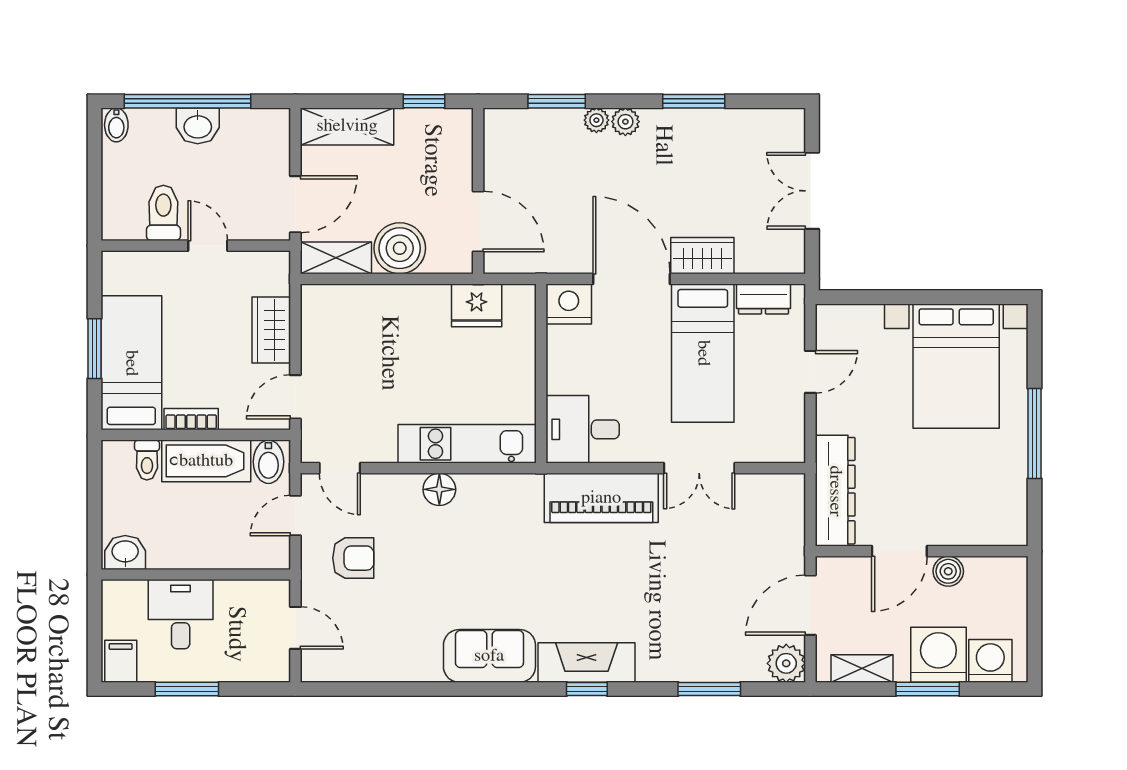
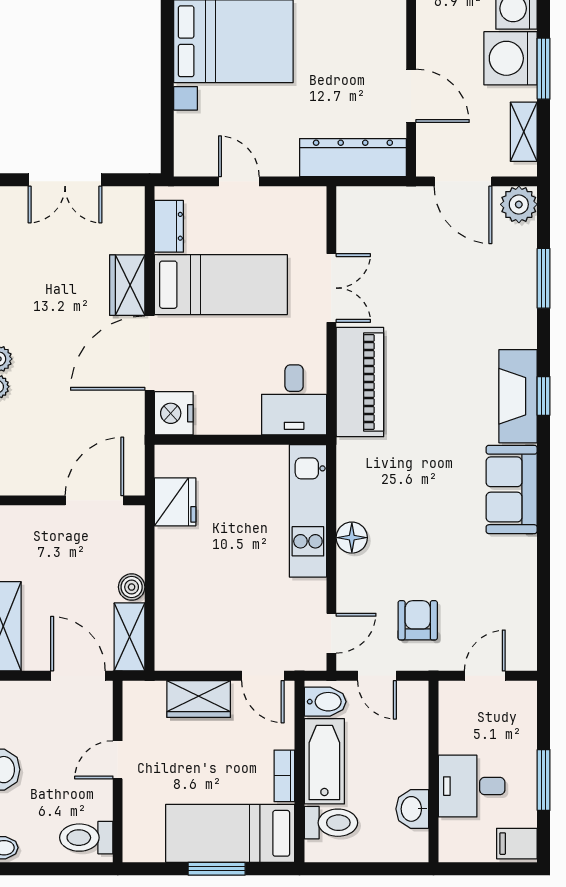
toilet: (163, 213) -> (86, 838), moved
boiler: (400, 248) -> (132, 587), width x0.54, depth x0.54
toilet: (147, 460) -> (331, 823), width x1.37, depth x1.39
washbasin: (125, 552) -> (412, 809), moved
boiler: (948, 571) -> (430, 49), removed

